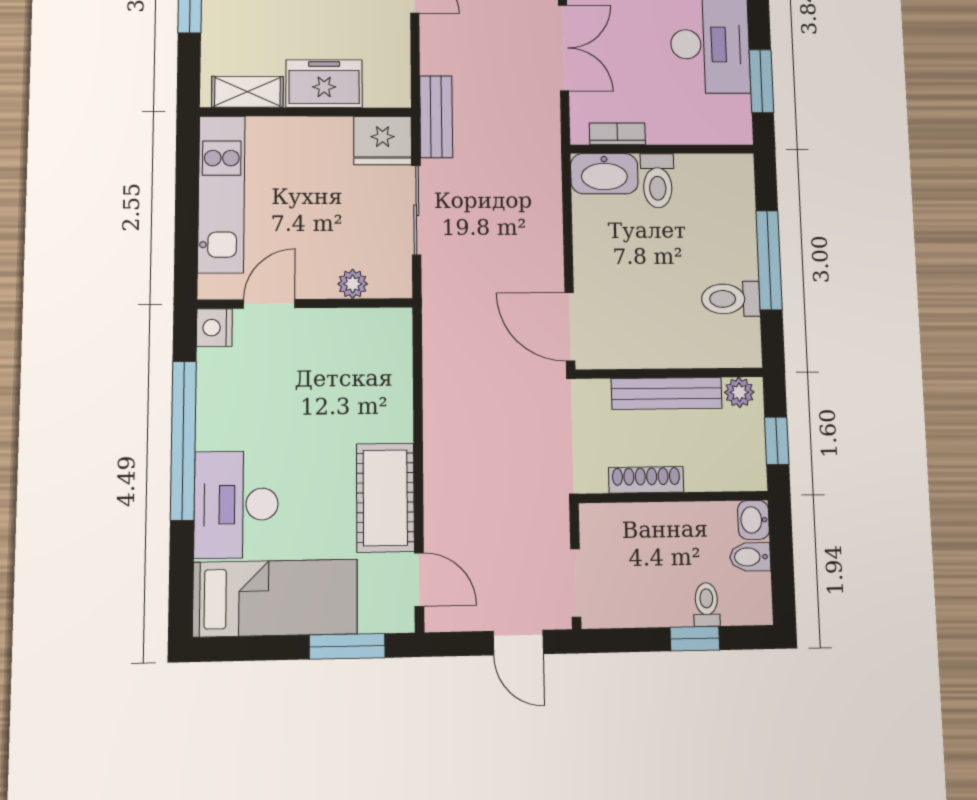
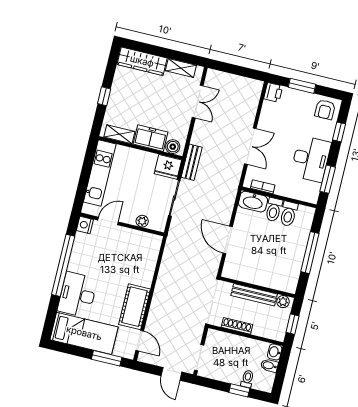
boiler: (382, 91) -> (173, 147), added
toilet: (731, 299) -> (289, 214), moved, turned -90
door: (570, 327) -> (228, 240), moved

